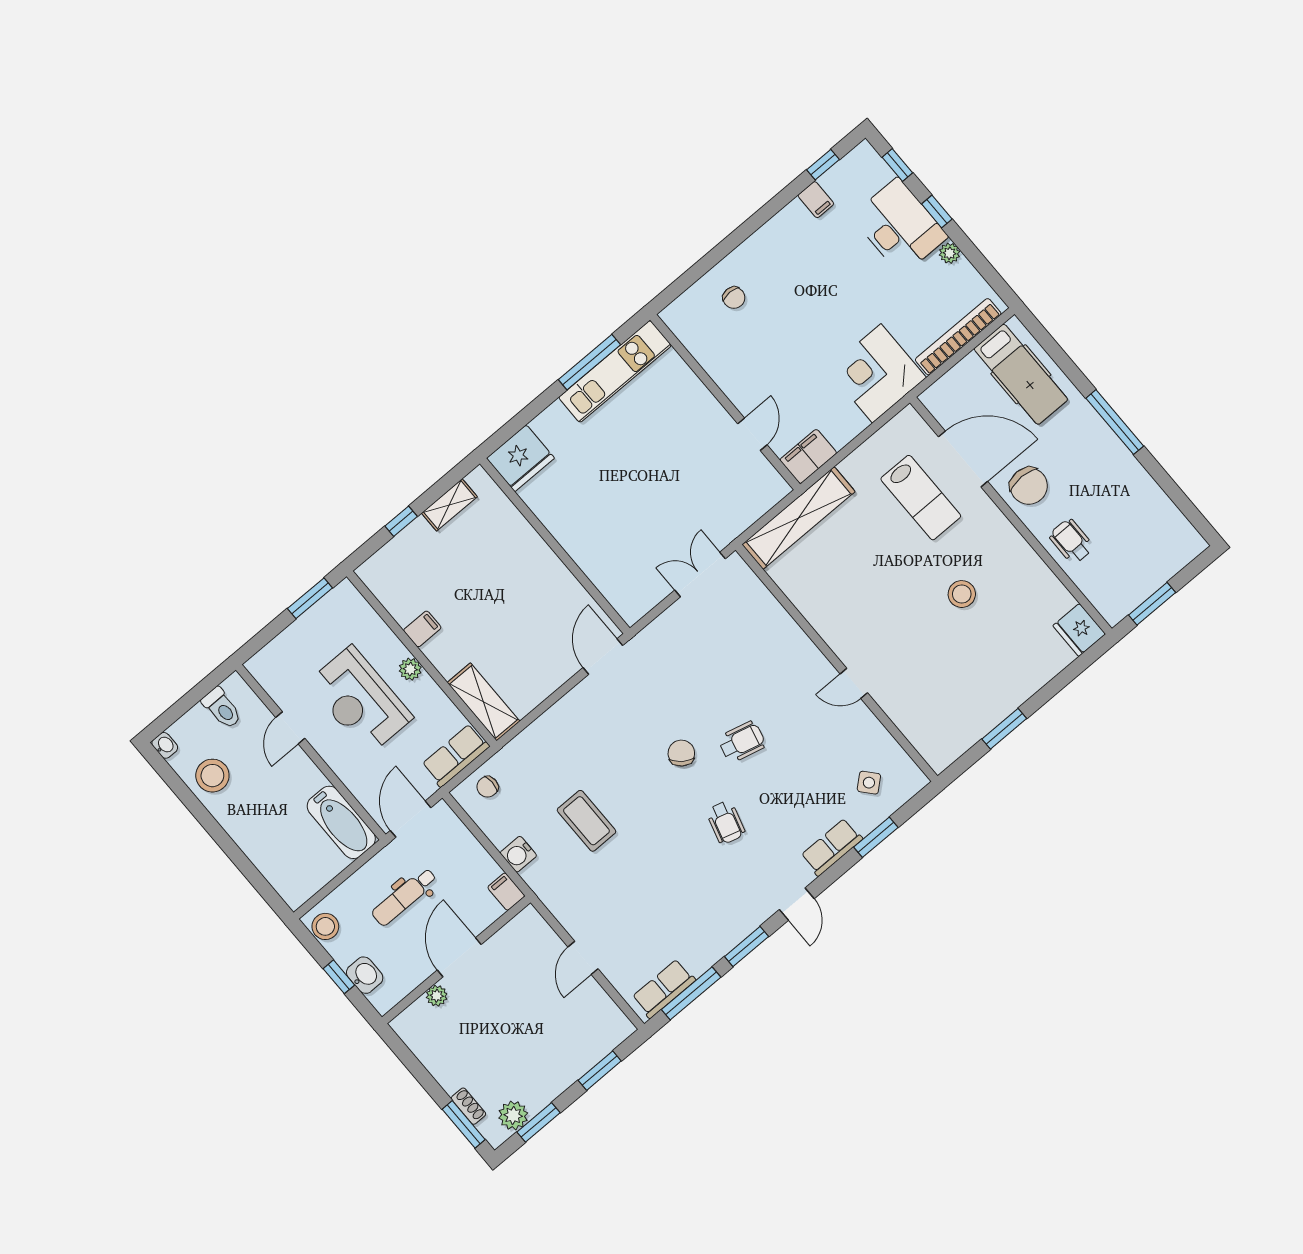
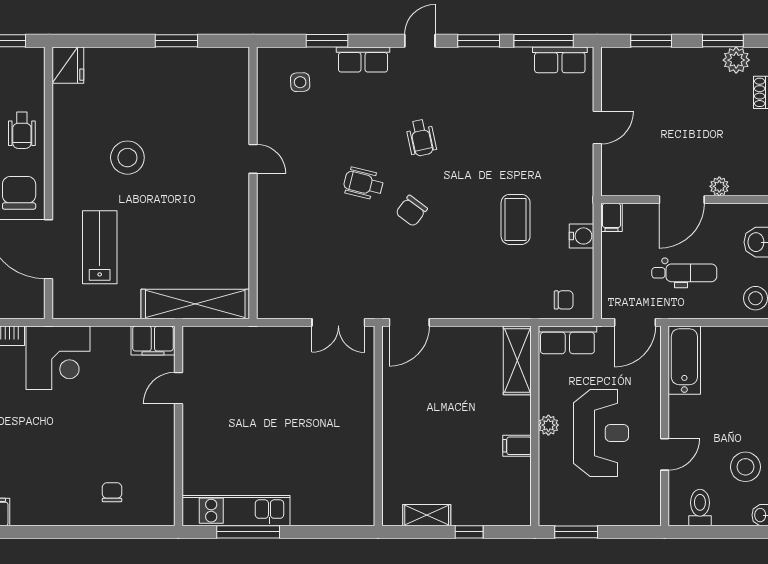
fridge: (520, 458) -> (351, 506), removed
double door: (700, 574) -> (338, 322), moved
stool: (962, 594) -> (127, 158), width x1.38, depth x1.38
side table: (869, 783) -> (300, 82), turned 38
wheelchair: (726, 822) -> (421, 138), turned 152

